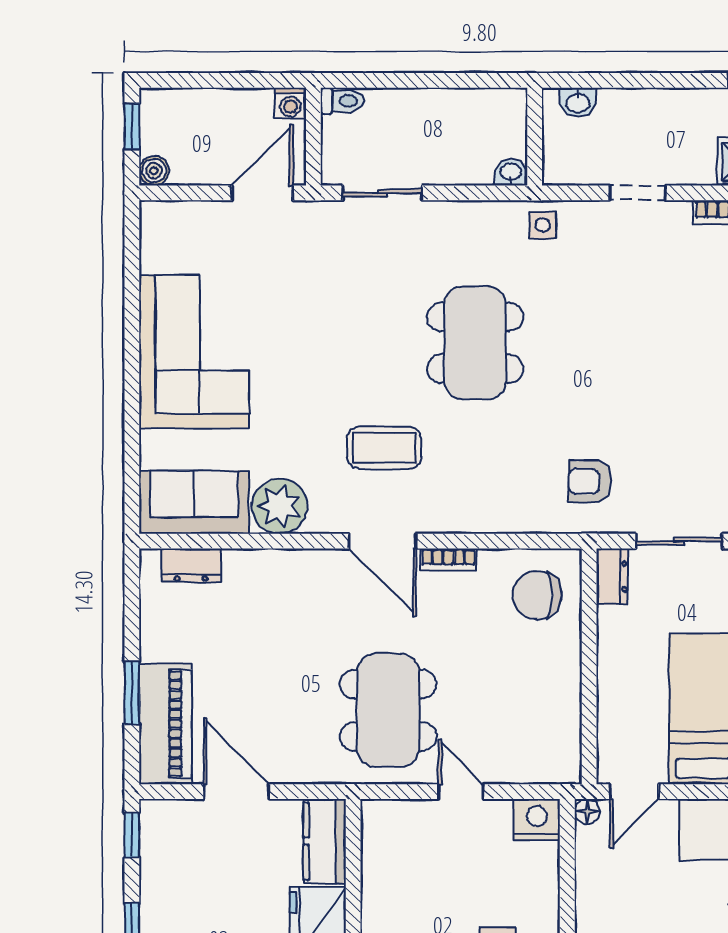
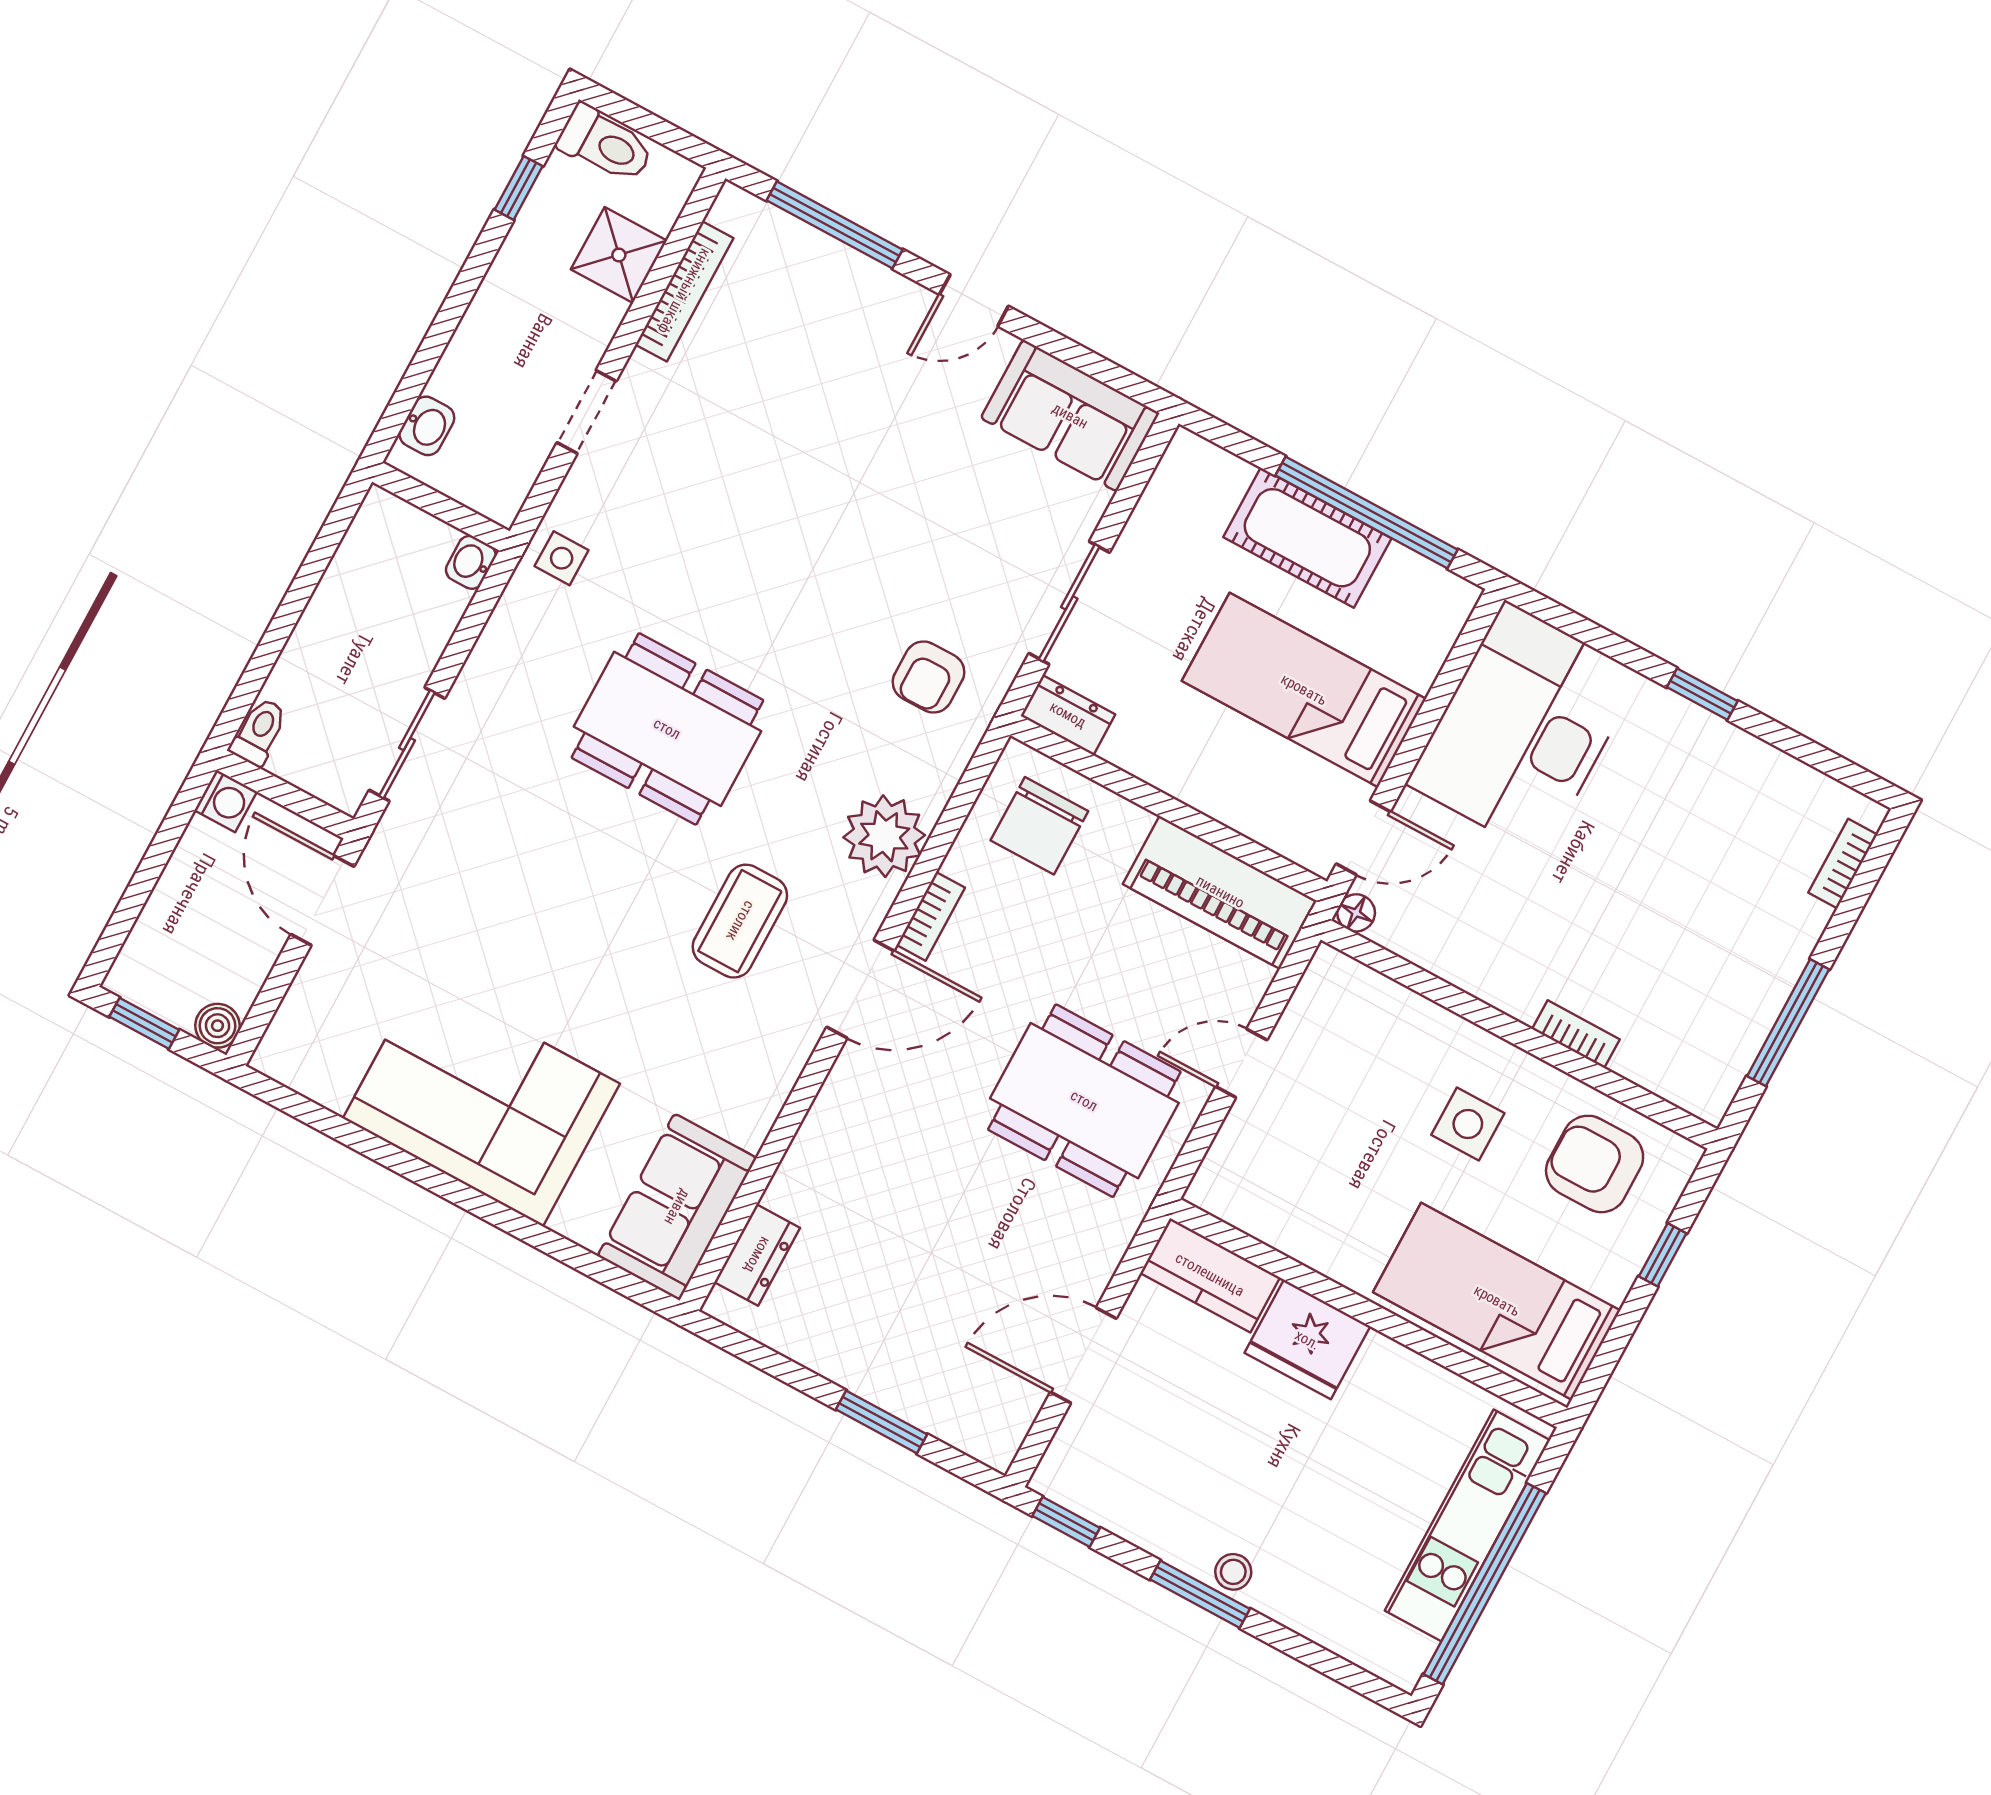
plant: (279, 506) -> (884, 836), moved
piano: (165, 724) -> (1220, 892), moved, turned 180
door: (634, 792) -> (1363, 838), hinge flipped
nightstand: (537, 820) -> (1331, 984), removed

